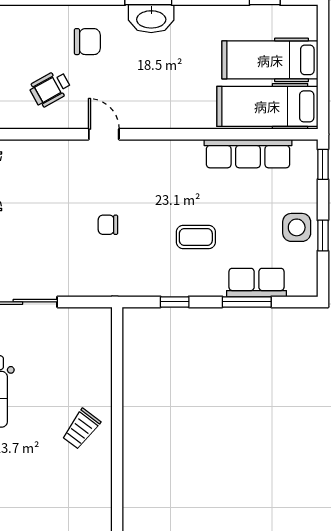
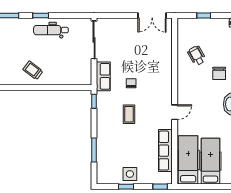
door: (104, 134) -> (175, 112), moved
coffee table: (196, 237) -> (129, 114), moved
row of seats: (257, 283) -> (103, 76), moved
window: (175, 302) -> (94, 101), moved

